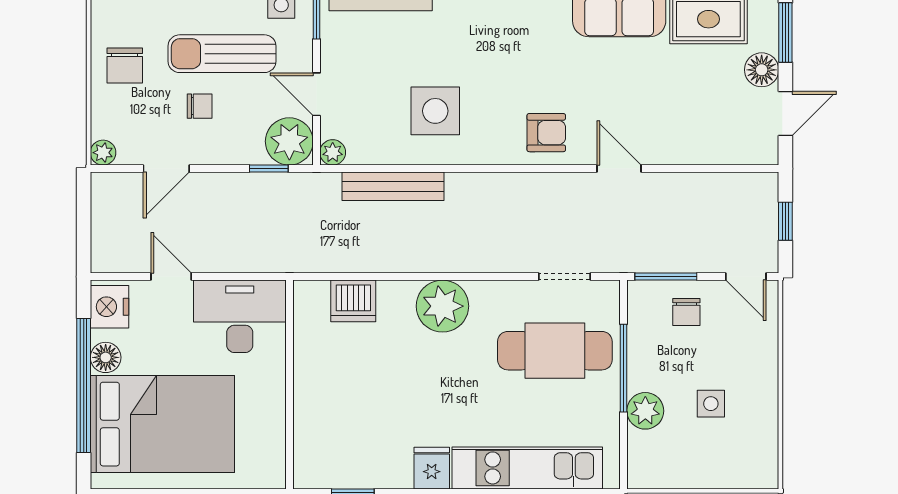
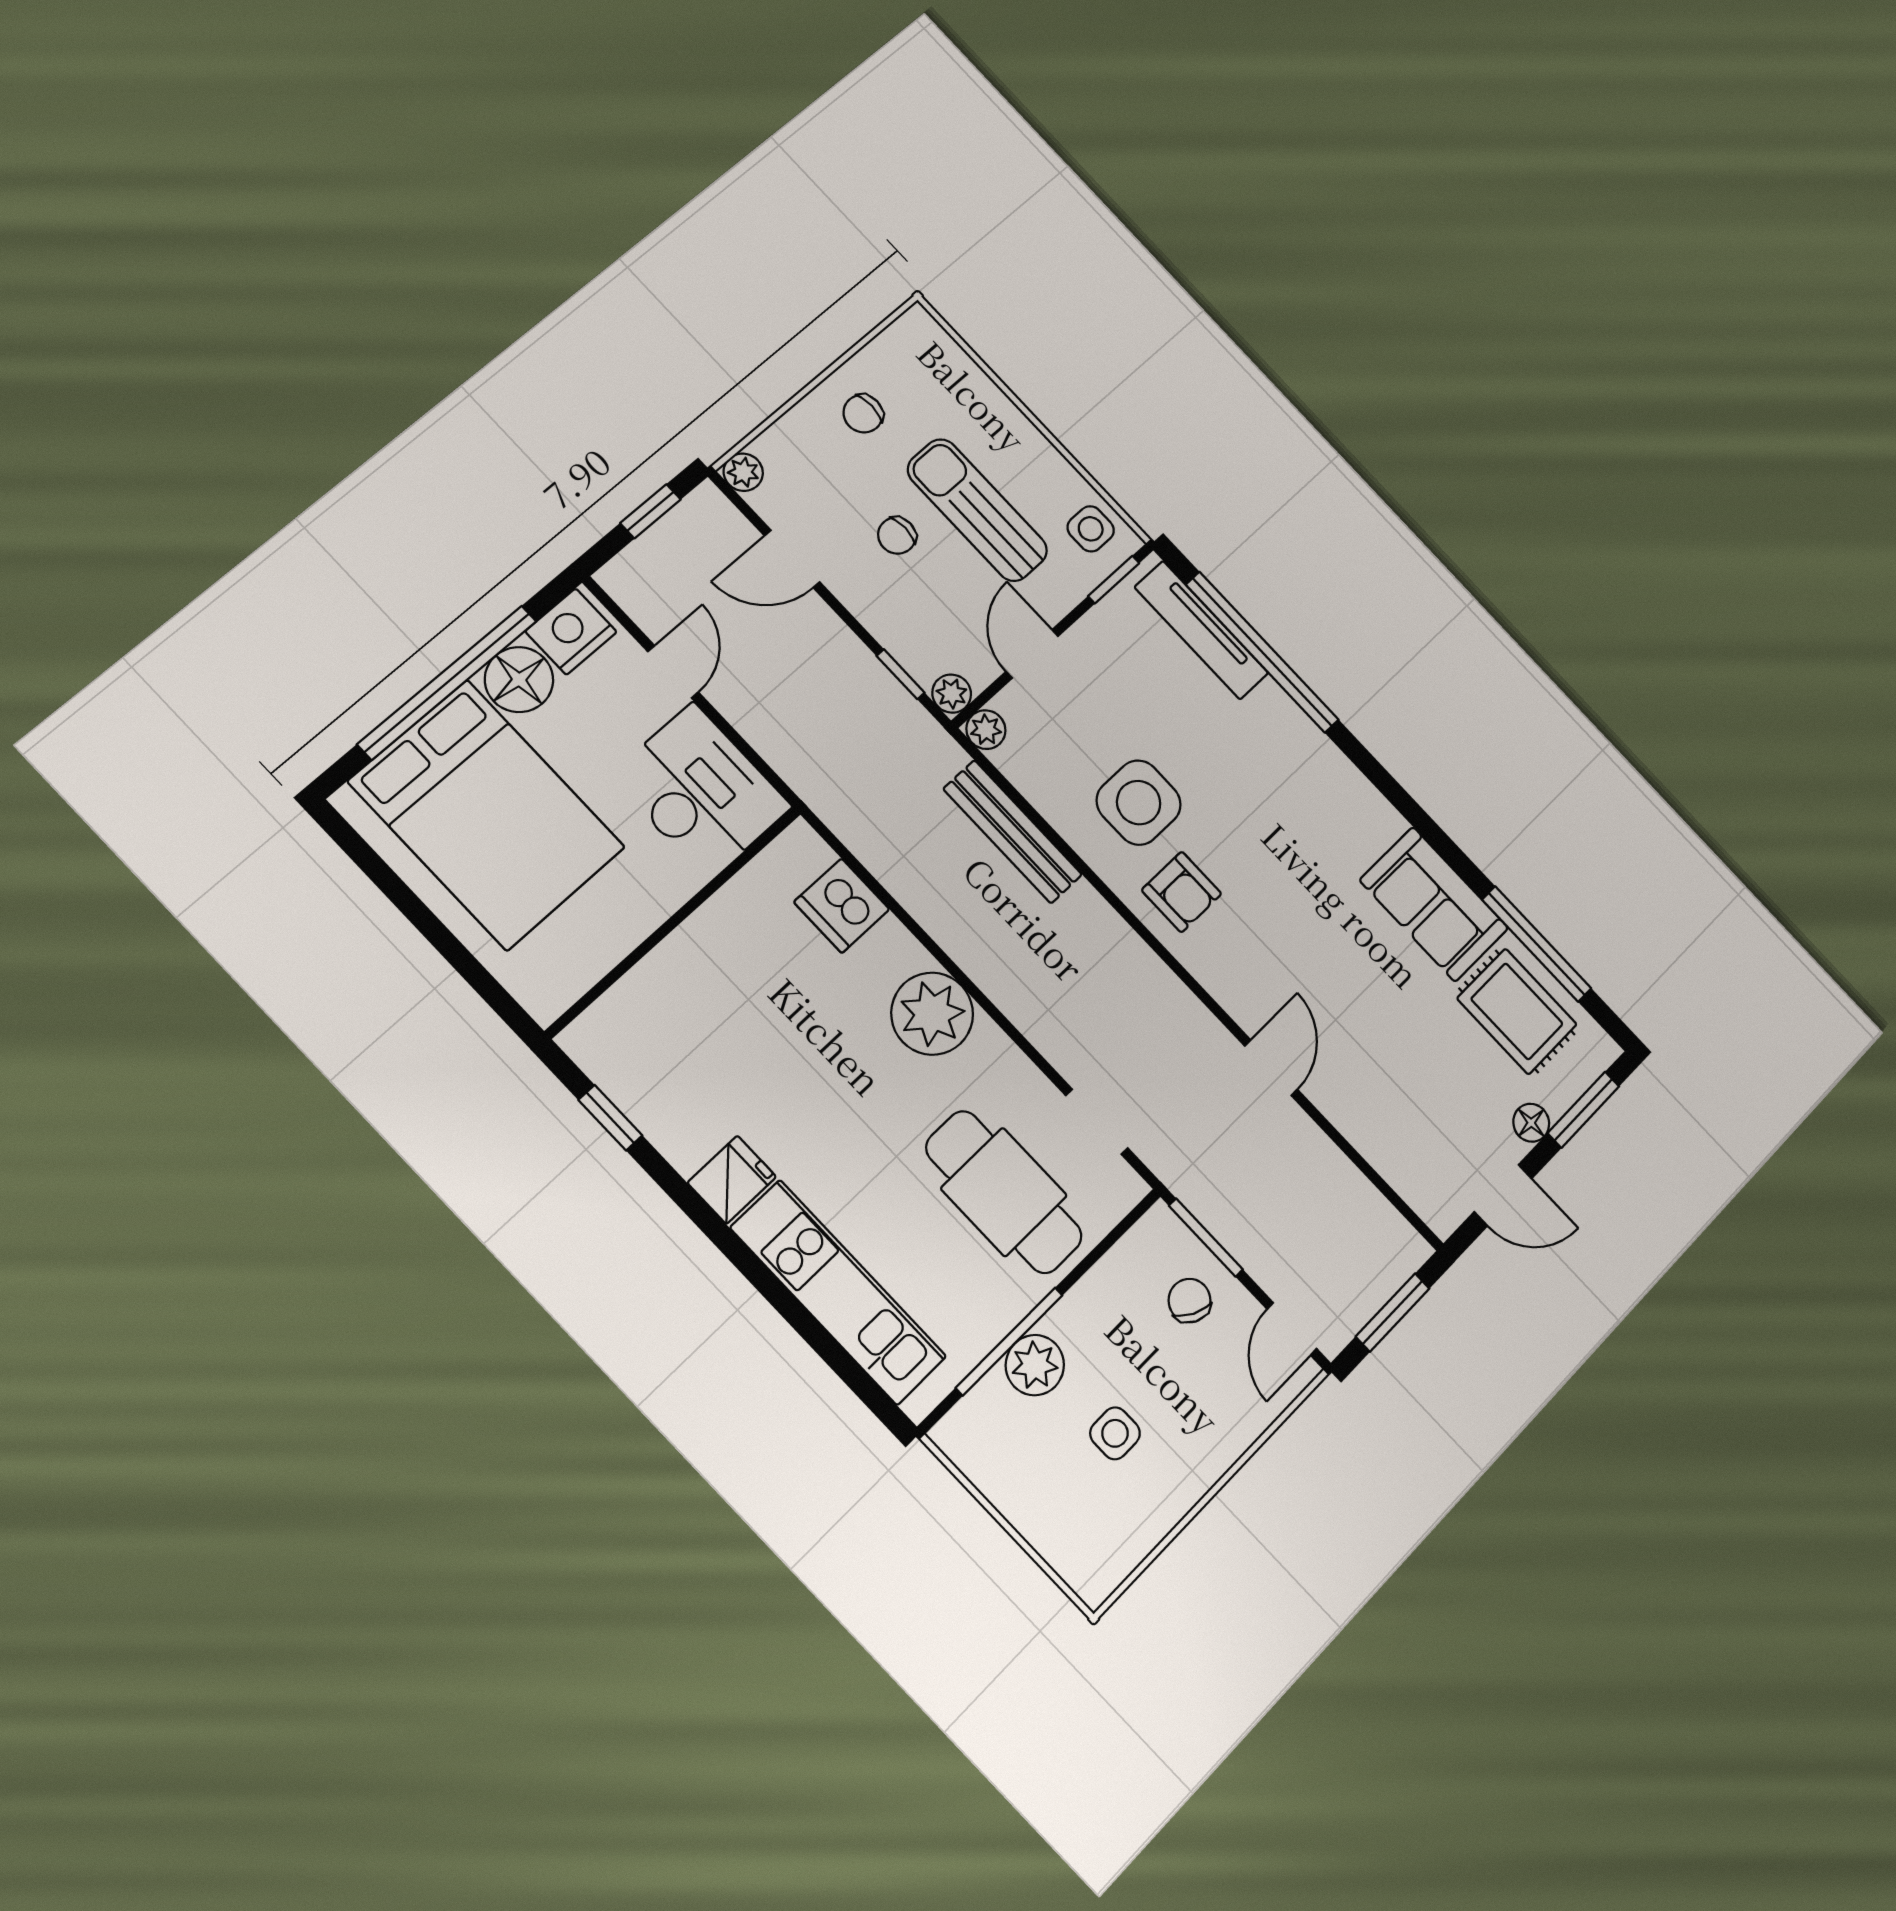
chair: (125, 66) -> (863, 414), width x0.73, depth x0.73
floor lamp: (762, 70) -> (1531, 1123), width x0.73, depth x0.73
chair: (200, 106) -> (897, 536), turned 90
armchair: (546, 133) -> (1182, 892), moved
plant: (289, 141) -> (952, 694), width x0.53, depth x0.53
window: (84, 215) -> (650, 511), added
window: (785, 221) -> (1393, 1312), width x1.50
chair: (686, 312) -> (1190, 1301), turned 117
floor lamp: (106, 357) -> (519, 680), width x1.38, depth x1.38
window: (623, 368) -> (1009, 1341), moved

